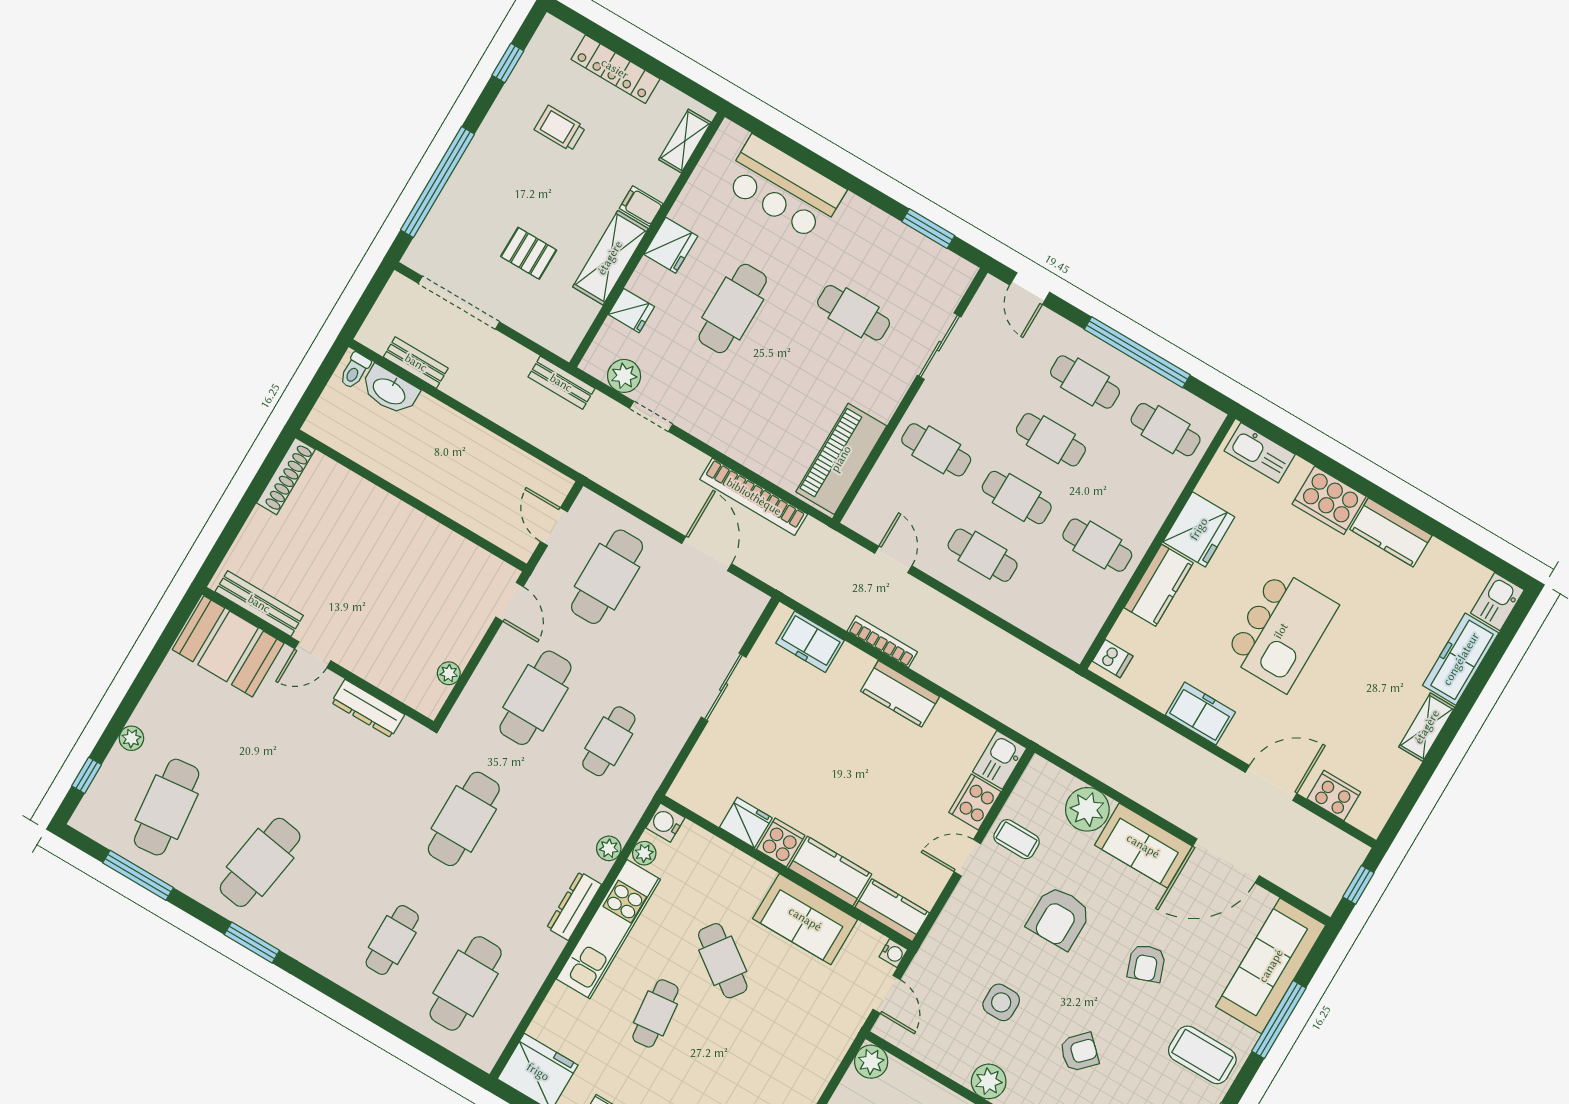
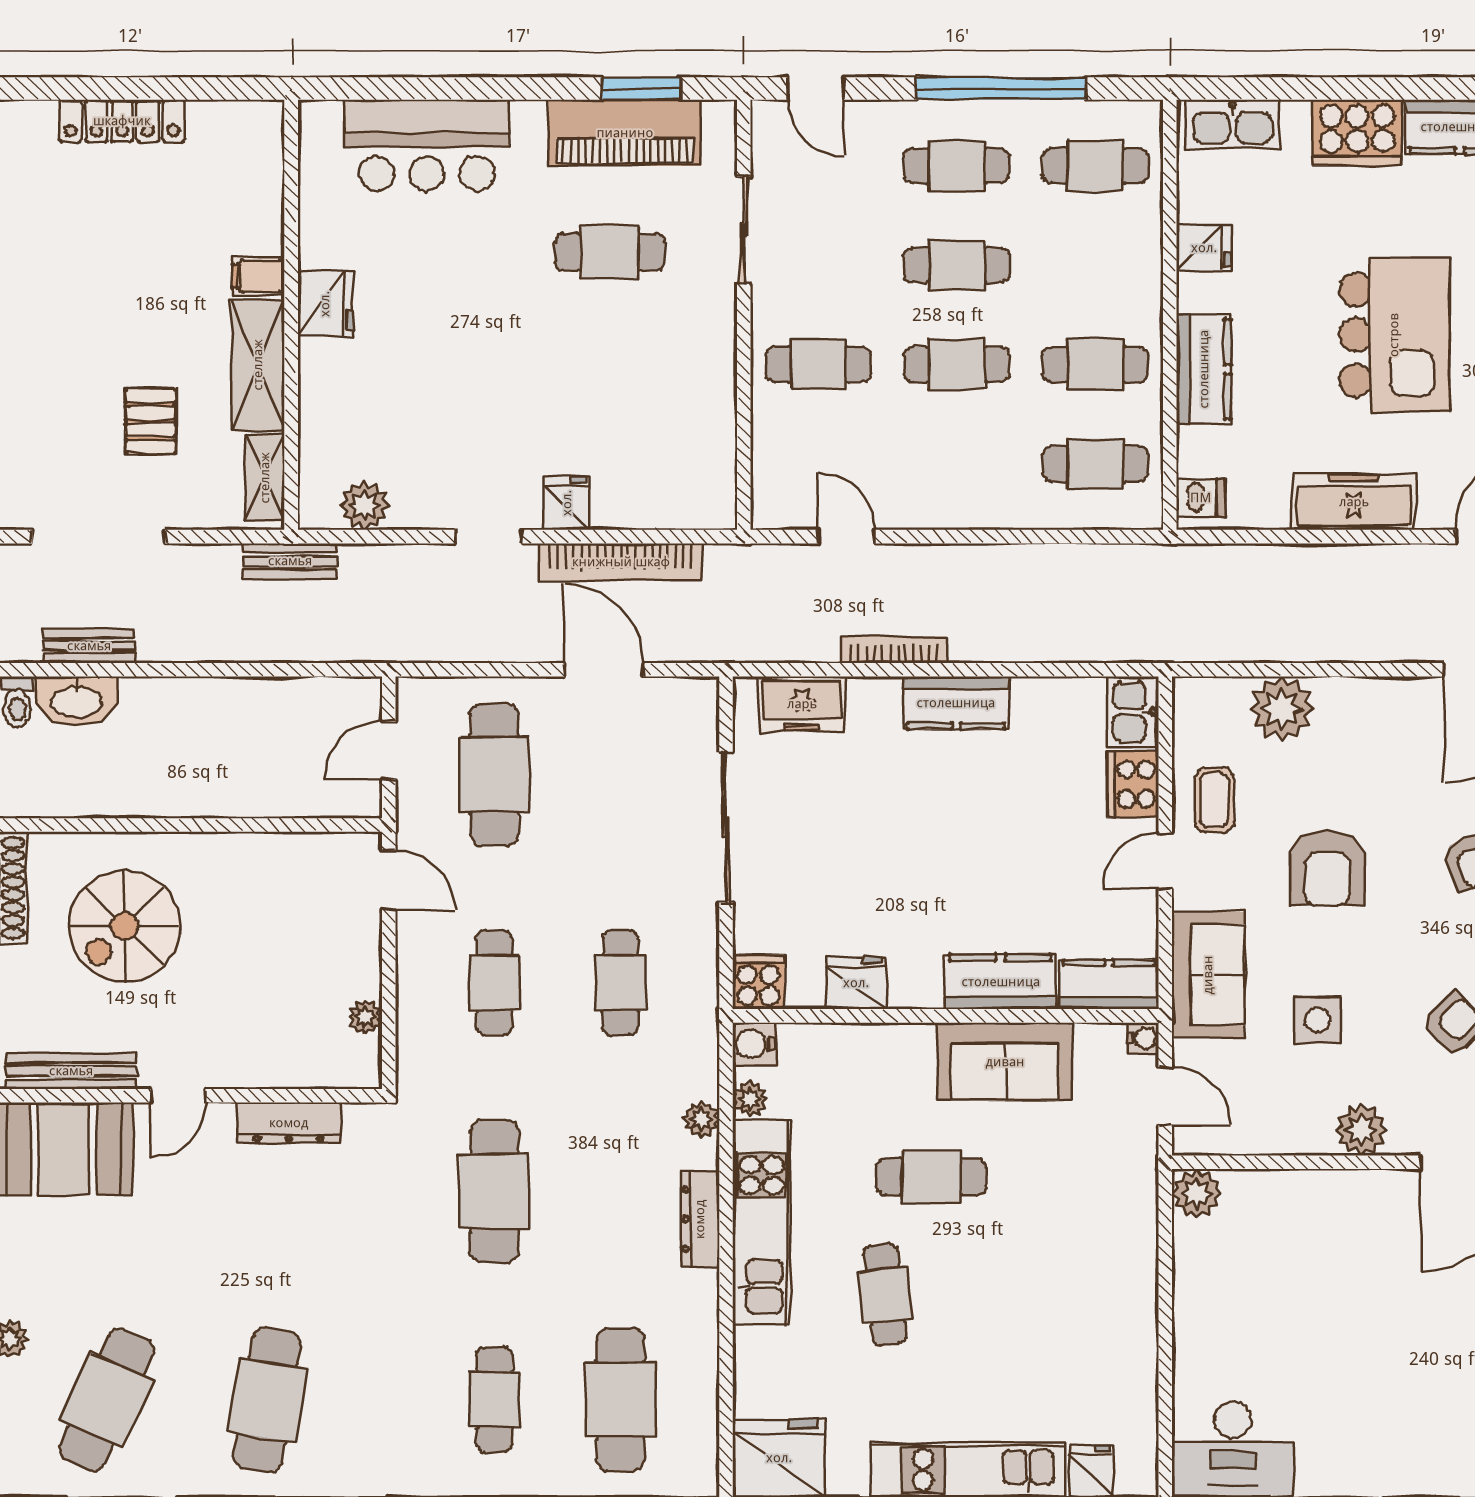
trolley: (560, 128) -> (96, 238), removed
shelving: (685, 141) -> (265, 478), moved
pallet: (529, 253) -> (150, 421), turned 90
cafe table: (733, 308) -> (452, 338), removed
fridge: (631, 311) -> (567, 503), moved, turned -90
doorway: (651, 416) -> (489, 537), moved
piano: (841, 459) -> (625, 133), moved, turned -90
door: (554, 527) -> (389, 751), hinge flipped
fridge: (1199, 529) -> (1204, 248), width x0.53, depth x0.75
spiral stairs: (340, 538) -> (124, 926), added
cafe table: (983, 555) -> (1095, 464), moved
sliding door: (724, 687) -> (726, 827), width x1.37
cafe table: (535, 698) -> (494, 983), width x0.73, depth x0.74
freezer: (1200, 714) -> (1354, 502), width x1.40
cafe table: (167, 807) -> (106, 1400), turned 30
coffee table: (1017, 839) -> (1214, 800), turned 90
cooker: (781, 842) -> (758, 982), moved
sofa: (1143, 846) -> (1208, 975), moved, turned -90
cafe table: (723, 961) -> (931, 1177), turned -36

